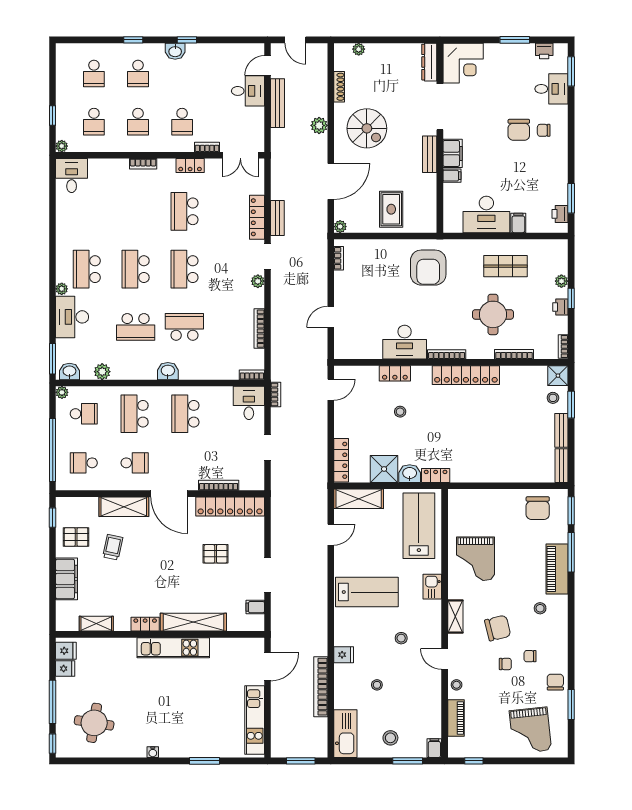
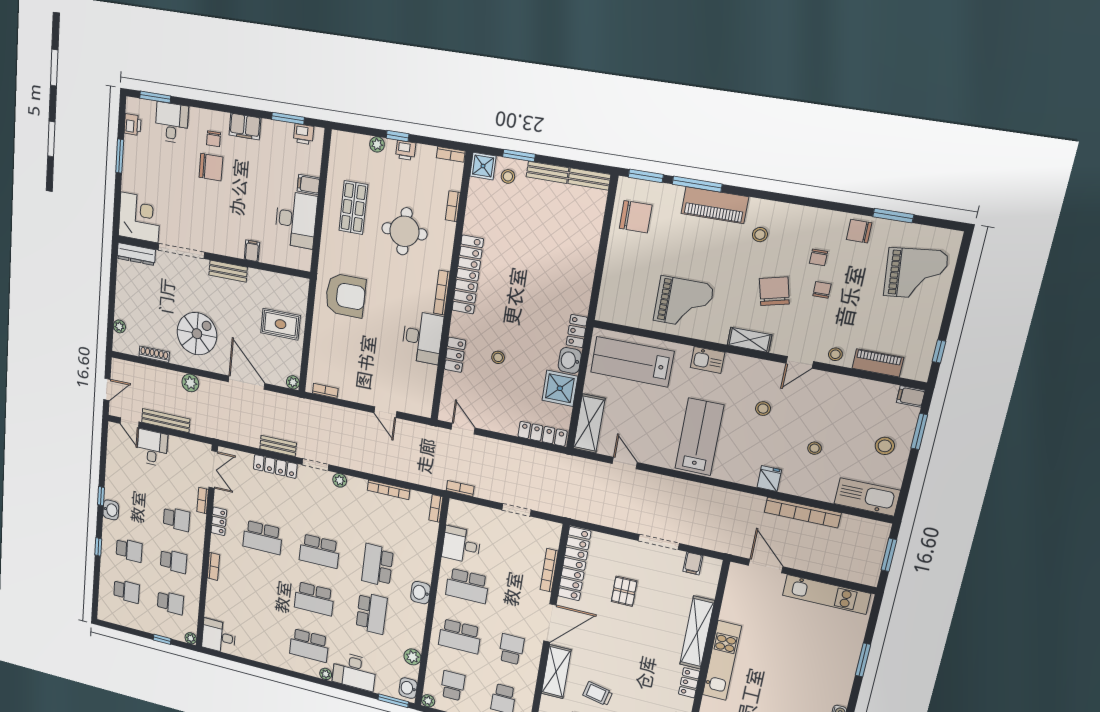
filing cabinet: (453, 153) -> (245, 127), moved, turned 180
bookcase: (514, 354) -> (453, 206), width x0.64
desk: (249, 403) -> (461, 545), moved

